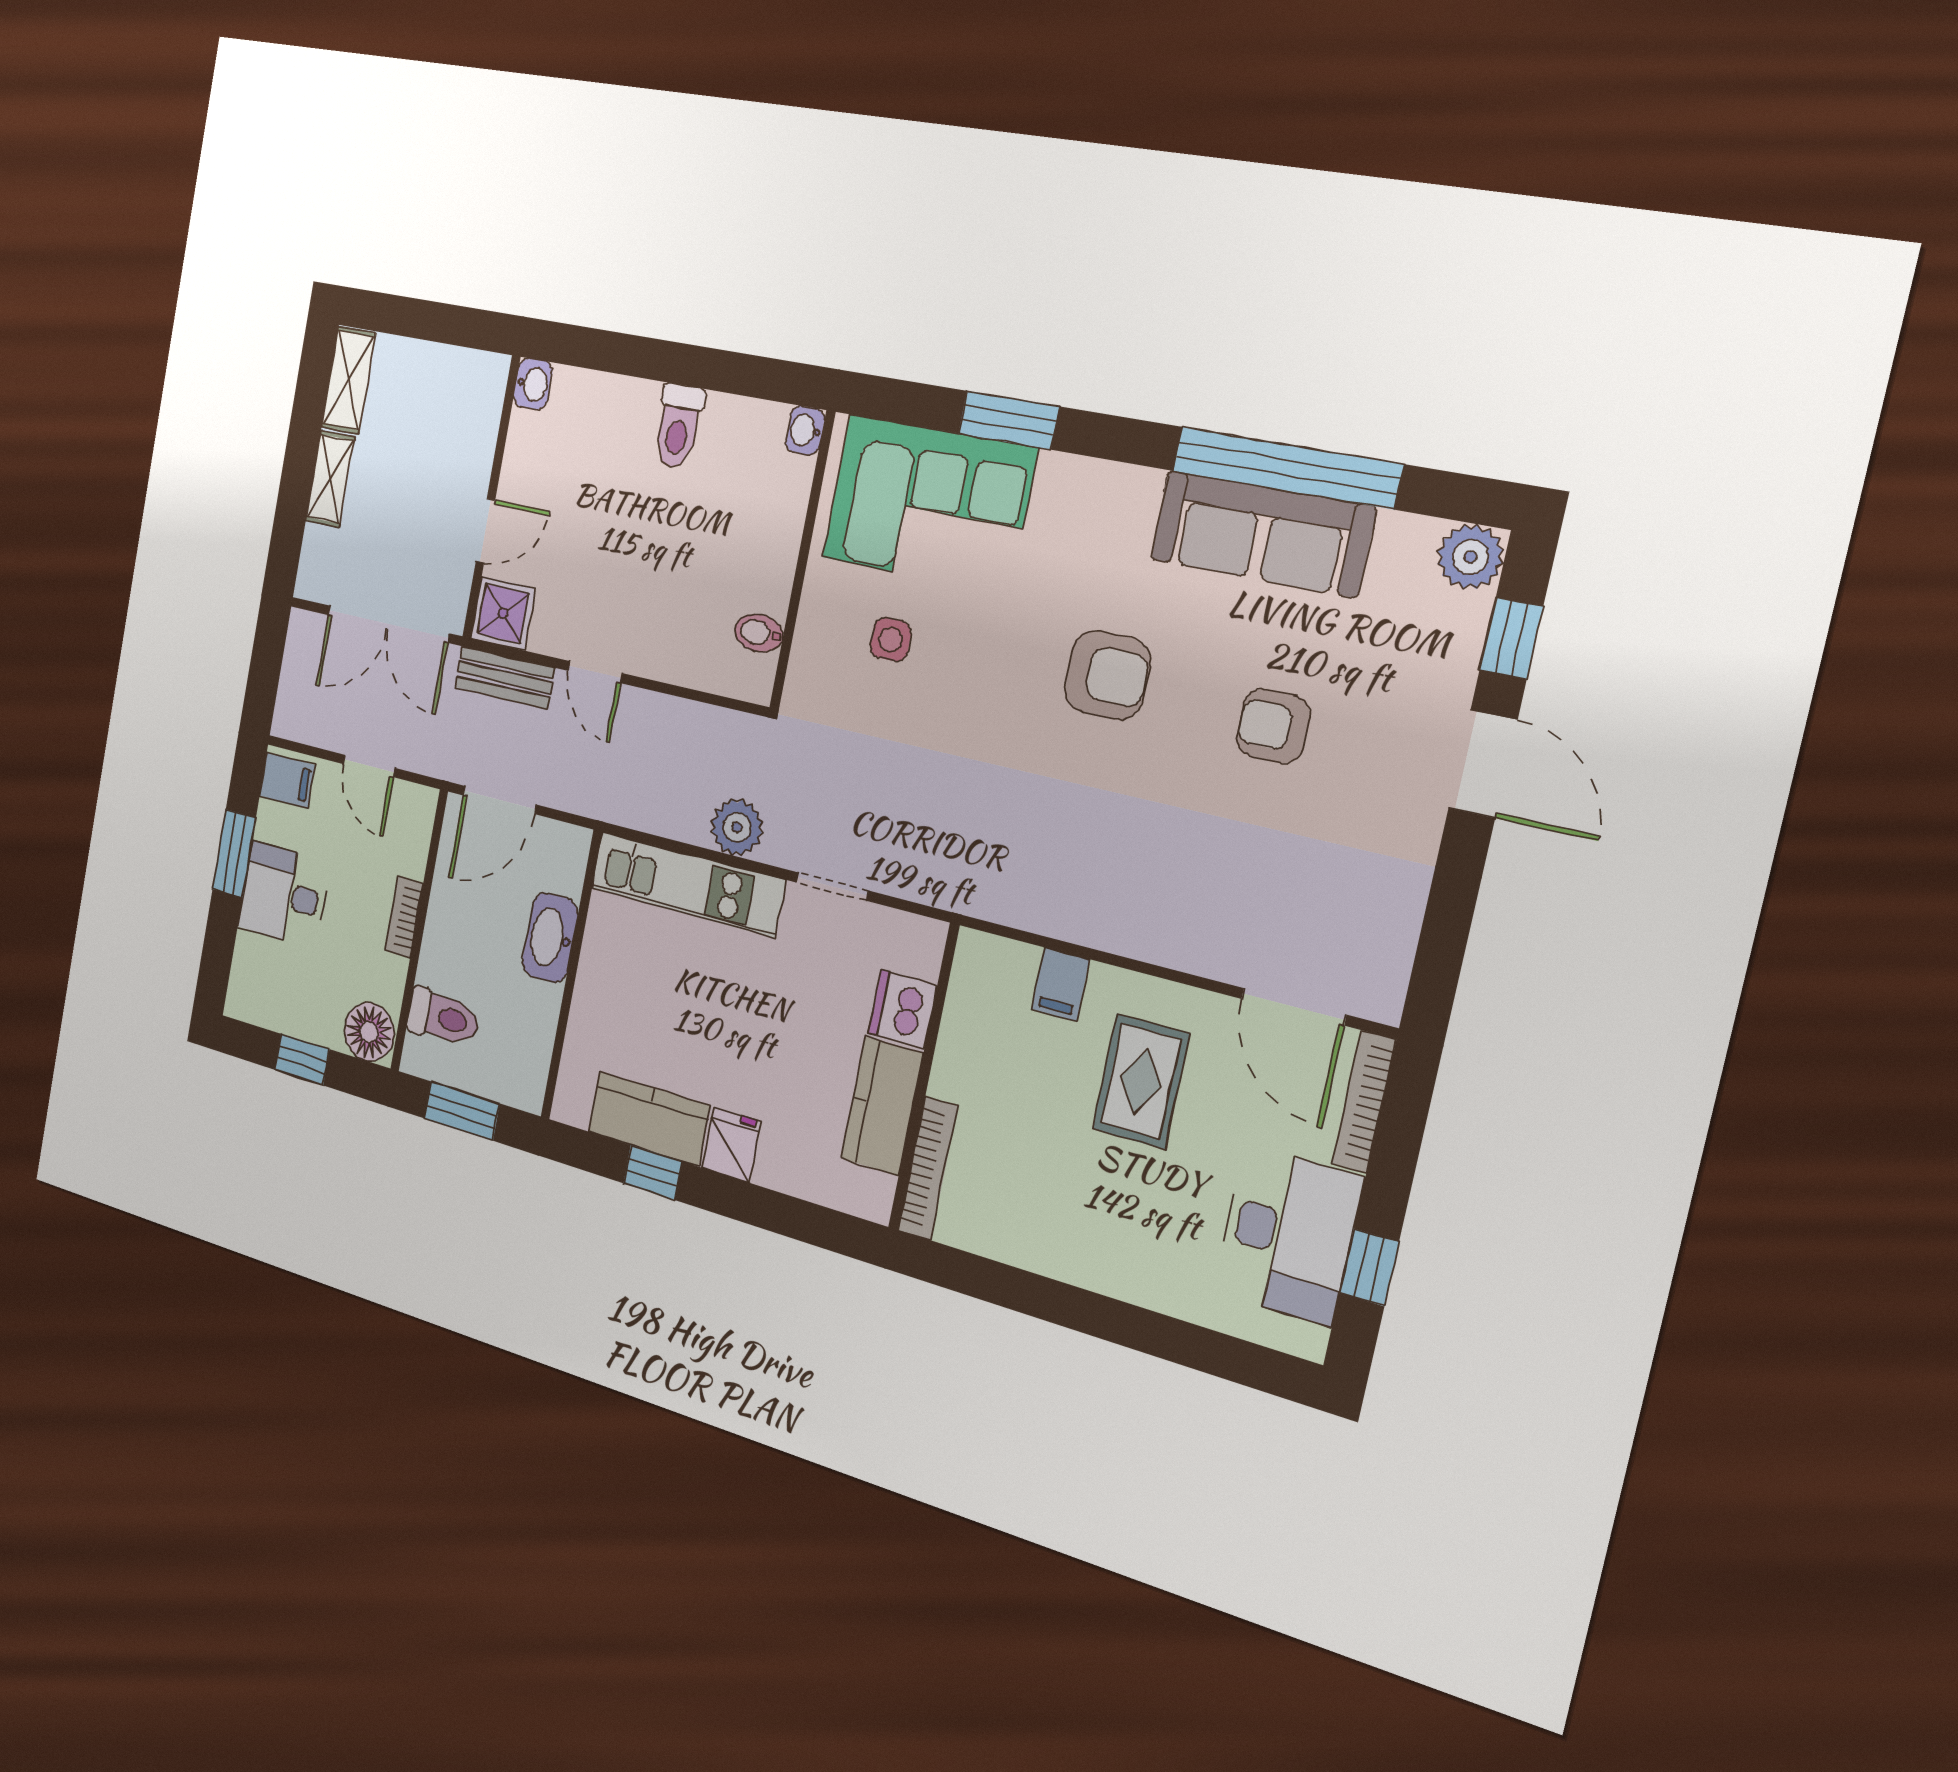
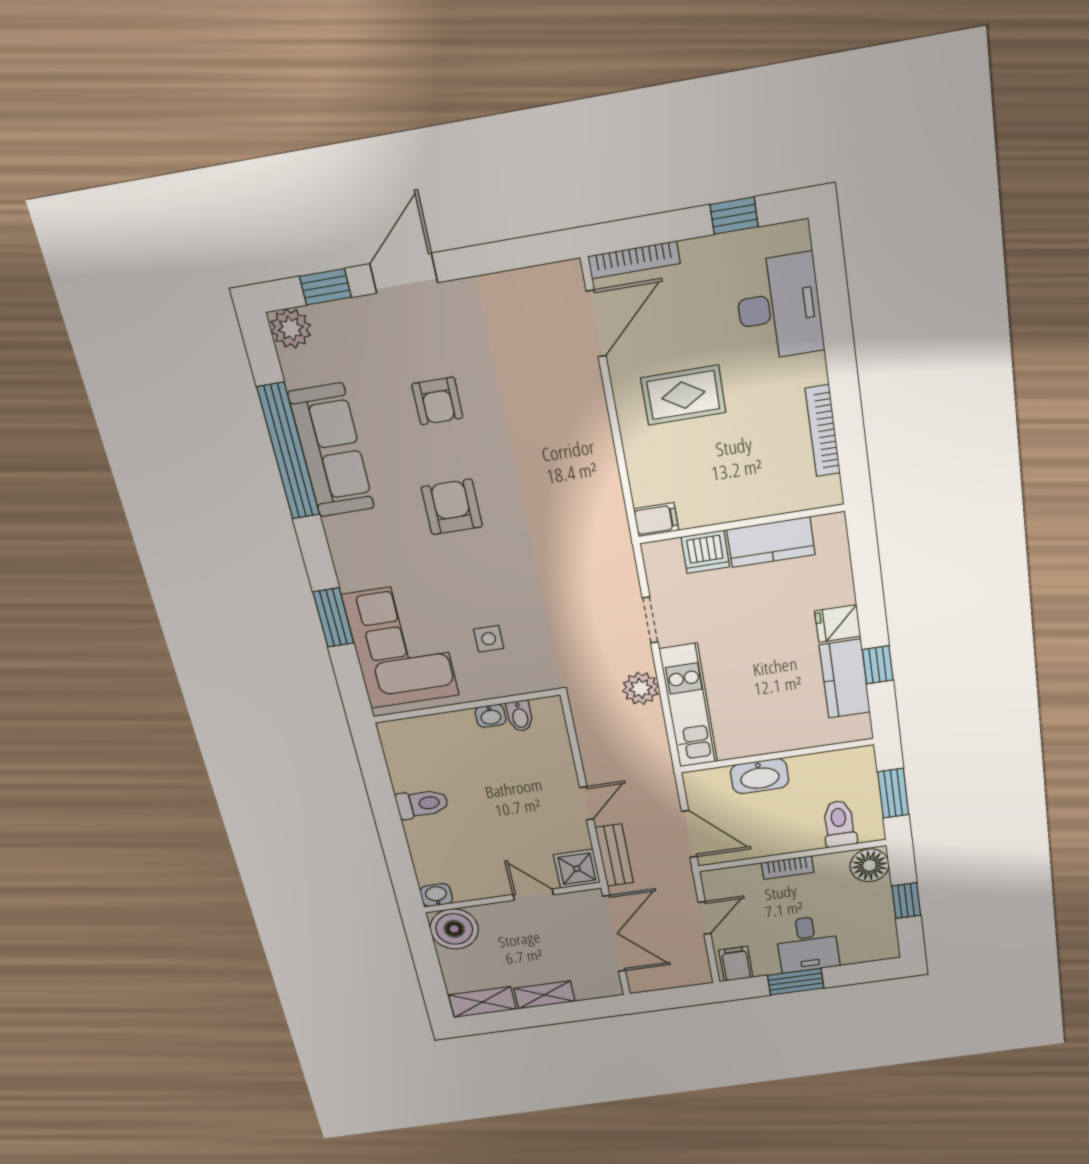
boiler: (473, 388) -> (454, 929), added
washbasin: (805, 430) -> (491, 716), moved
filing cabinet: (1060, 984) -> (656, 520), moved
bookcase: (928, 1168) -> (823, 431), moved, turned -90
desk: (1288, 1235) -> (779, 307), moved, turned 90

